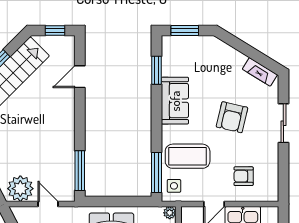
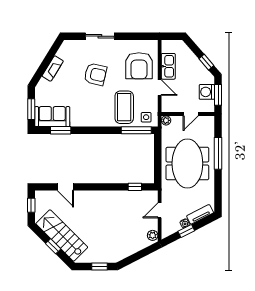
fireplace: (260, 72) -> (53, 69), moved
sofa: (175, 101) -> (52, 117), moved
window: (80, 171) -> (135, 187), width x0.46
armchair: (244, 176) -> (139, 66), width x1.88, depth x1.88
plant: (20, 189) -> (153, 235), width x0.53, depth x0.53

